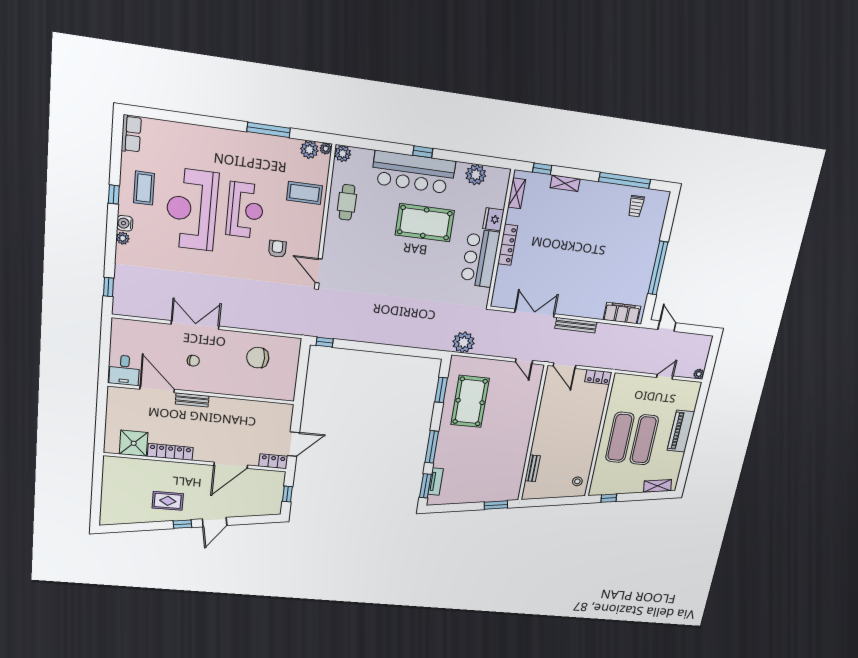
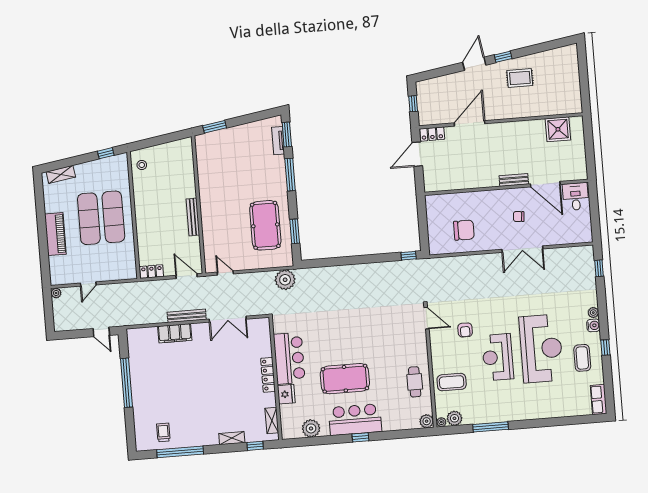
bar counter: (413, 172) -> (355, 420), width x0.73
filing cabinet: (622, 313) -> (175, 333), moved
locker: (170, 452) -> (525, 127), removed
bench: (532, 468) -> (193, 217), moved, width x1.36

